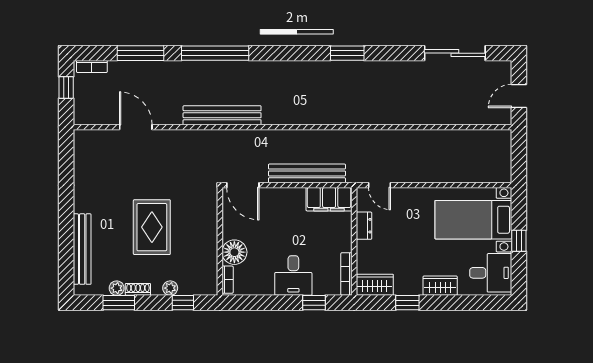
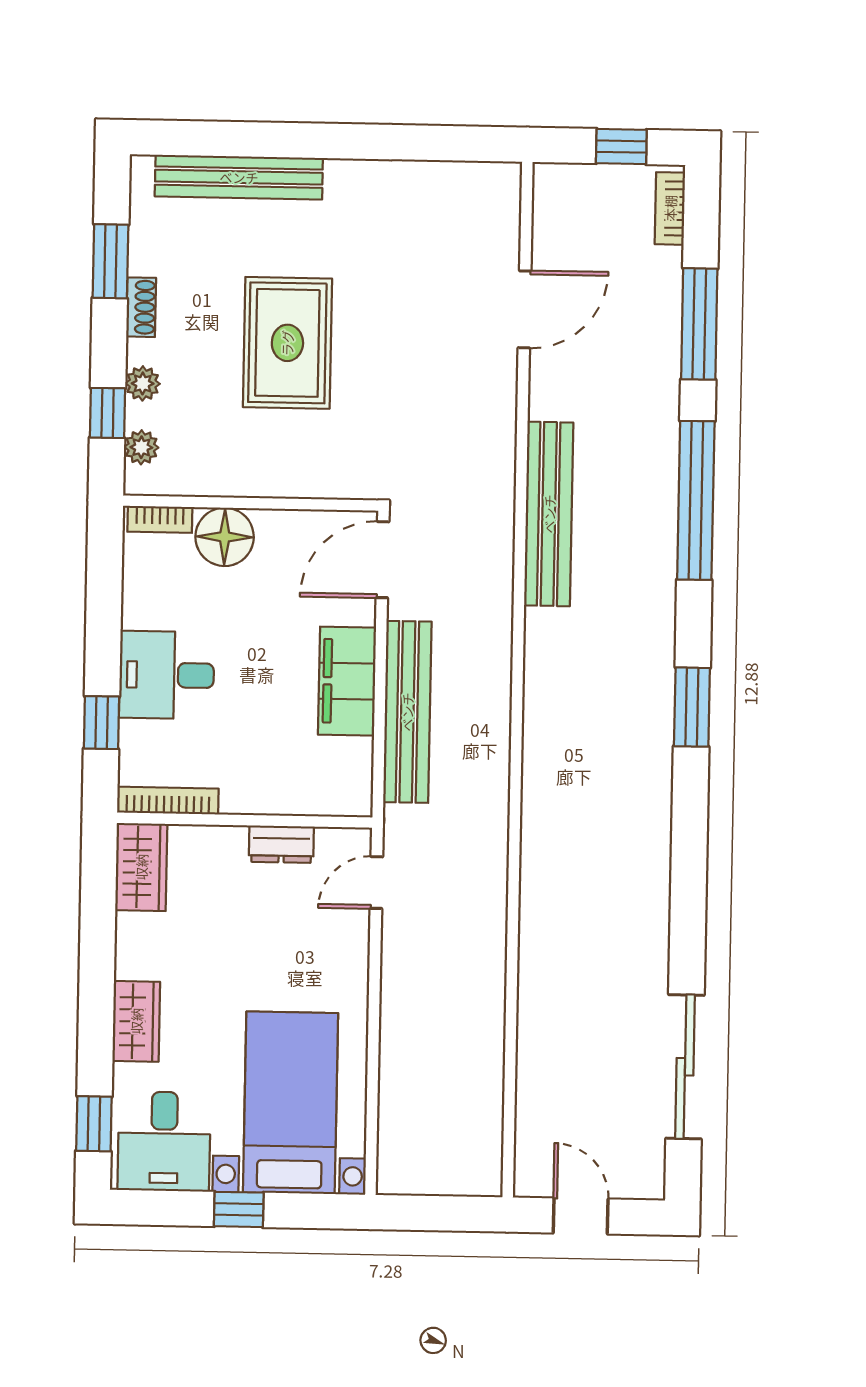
window: (347, 53) -> (692, 707), moved
filing cabinet: (329, 199) -> (347, 681), moved
rug: (152, 227) -> (287, 343), turned 90
plant: (117, 288) -> (141, 447), moved
window: (407, 303) -> (94, 1124), moved

